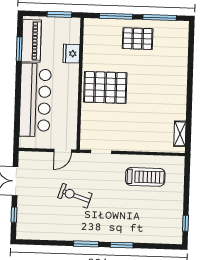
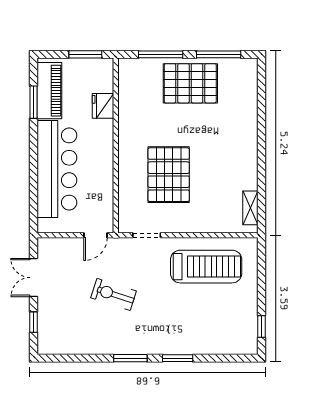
pallet: (138, 39) -> (190, 83), width x1.37, depth x1.41
pallet: (105, 87) -> (169, 175), moved, turned 90
treadmill: (145, 177) -> (206, 267), width x1.37, depth x1.38

